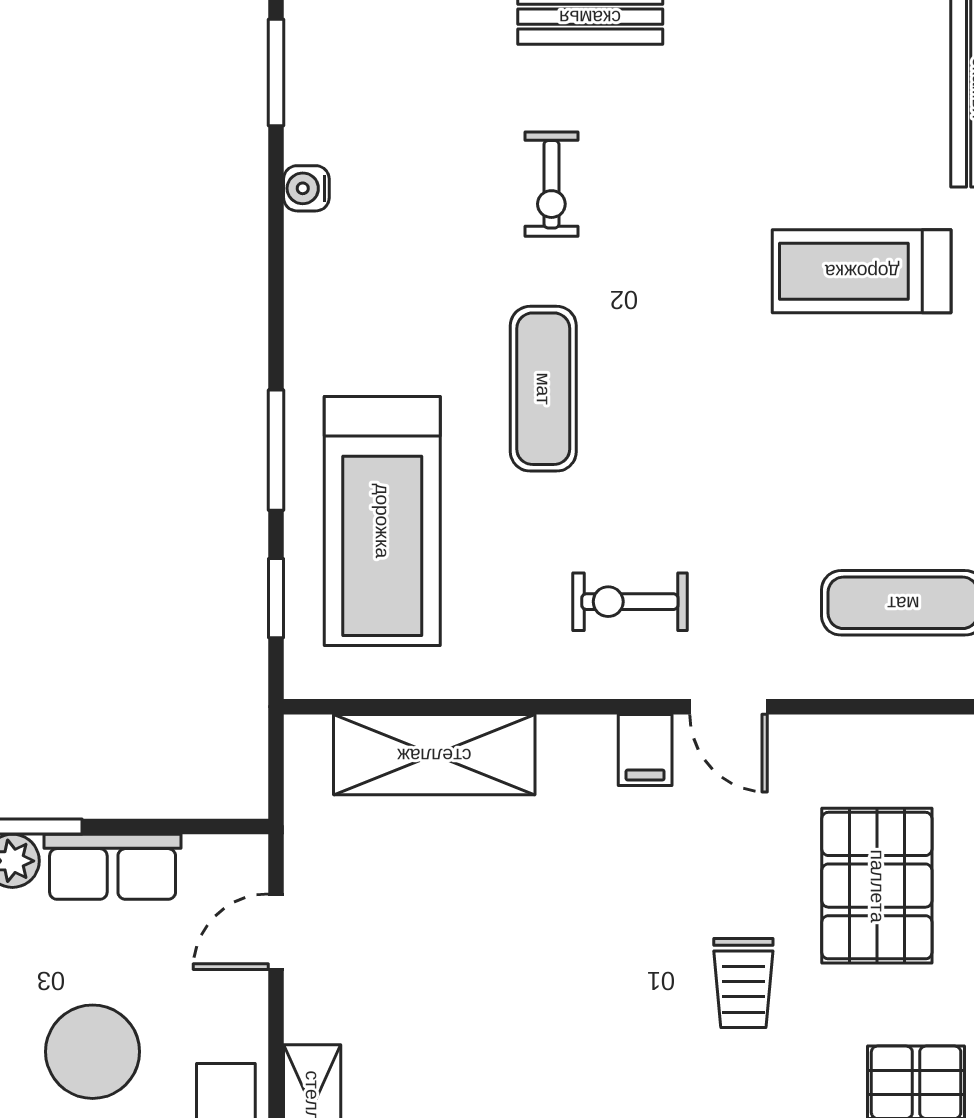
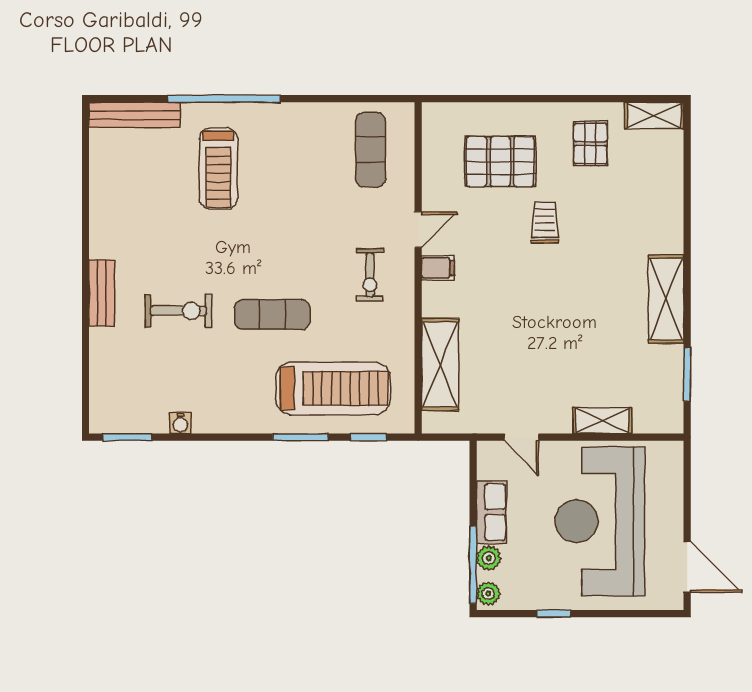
exercise bike: (551, 184) -> (179, 311), width x1.38, depth x1.39
trolley: (743, 983) -> (545, 223), turned -90

